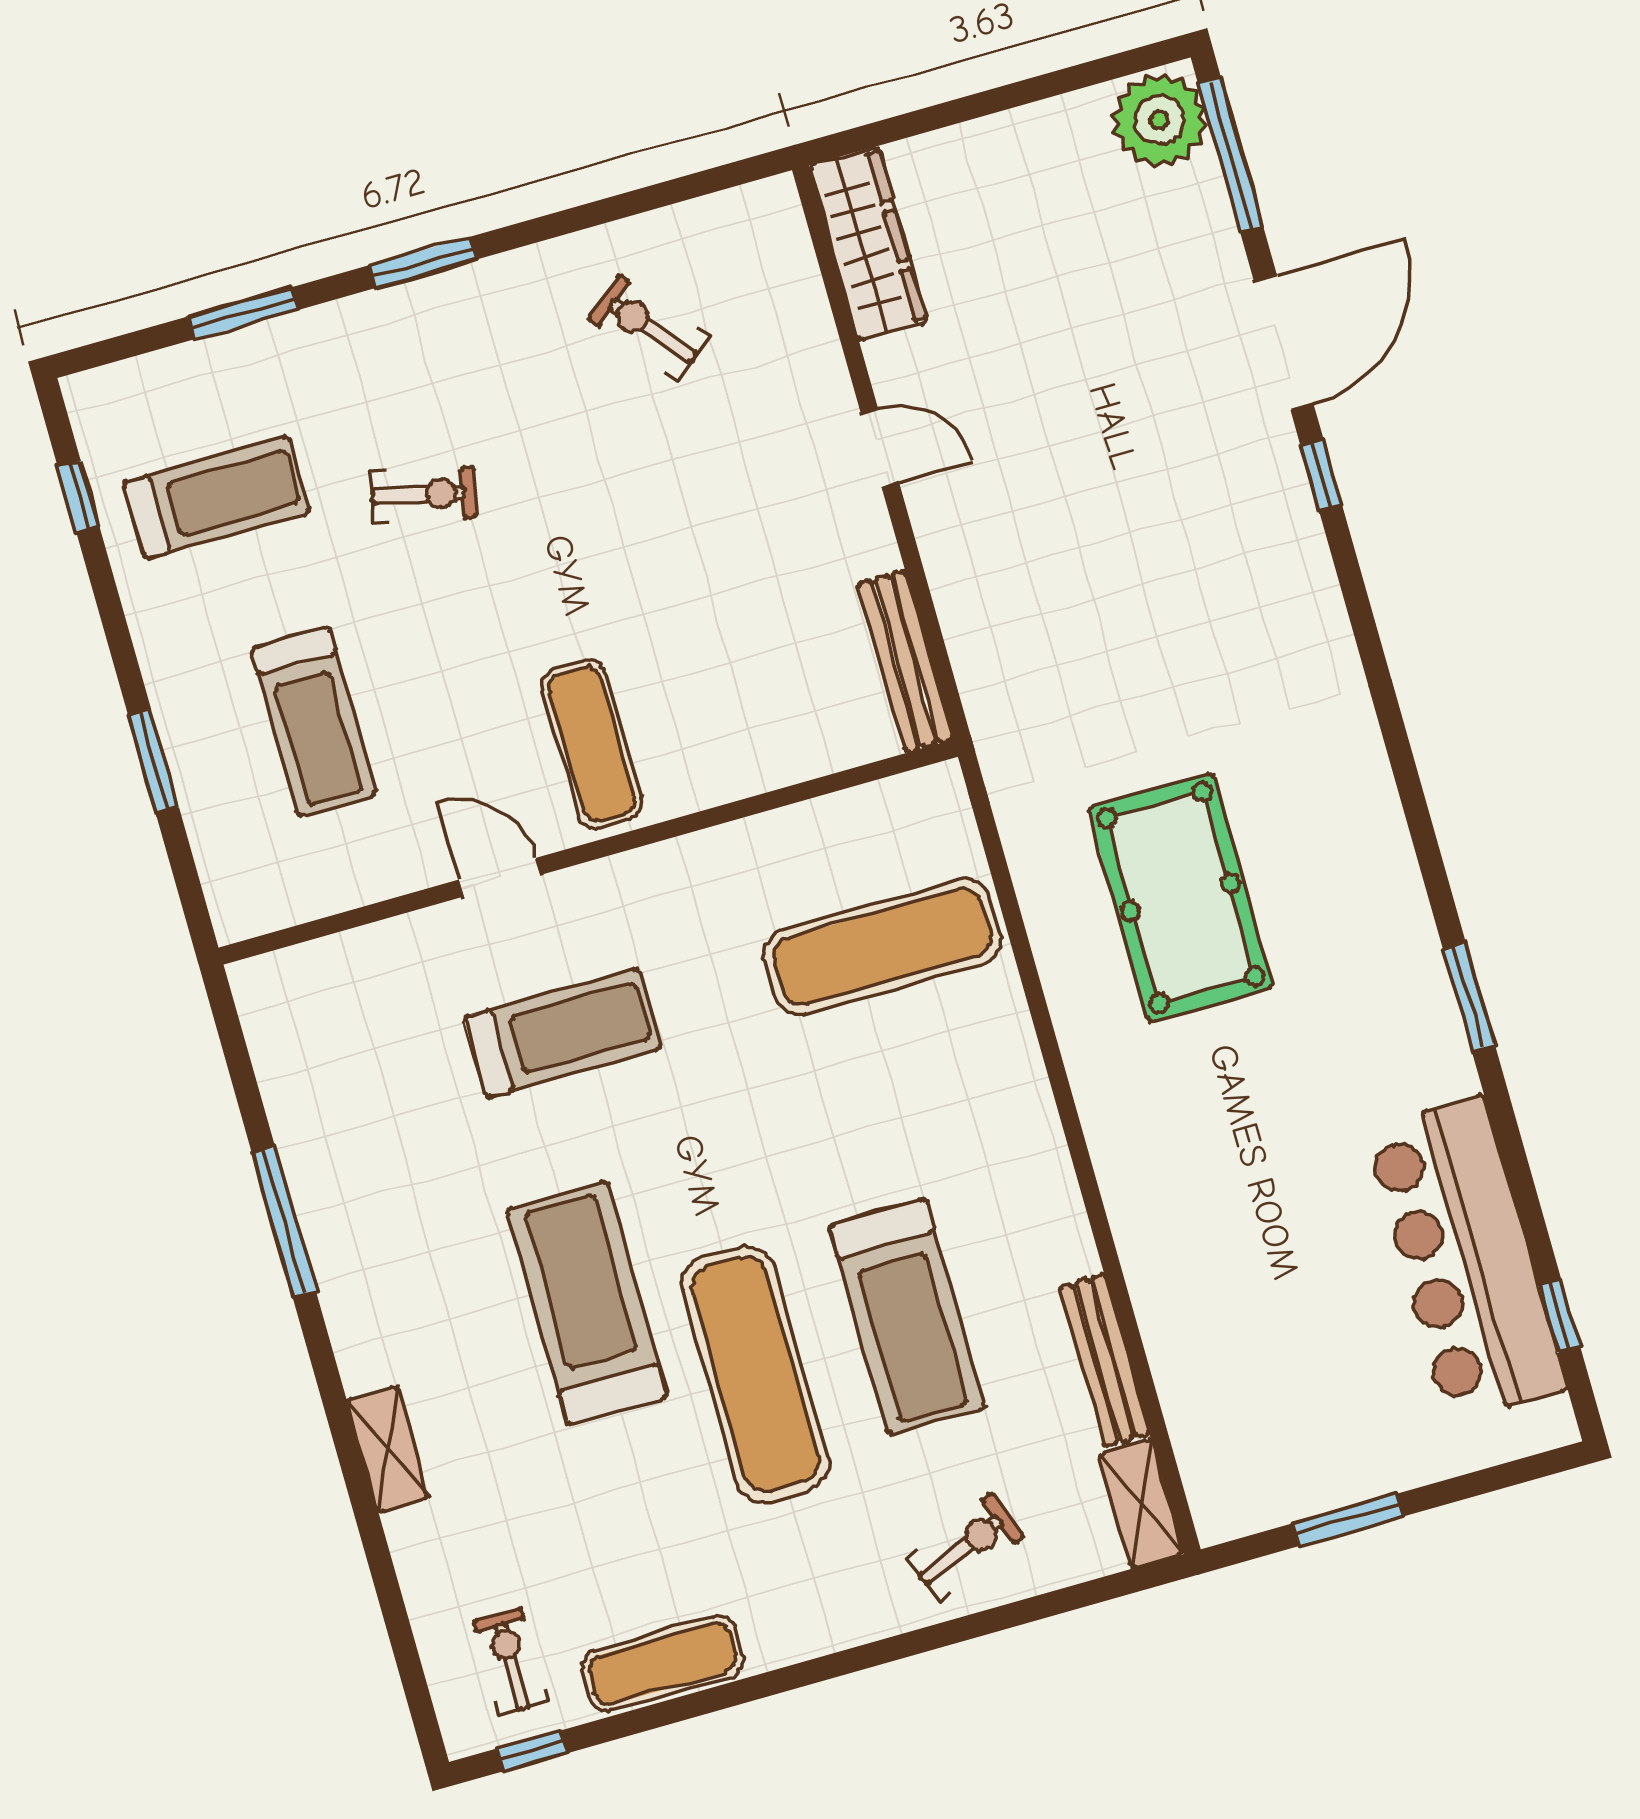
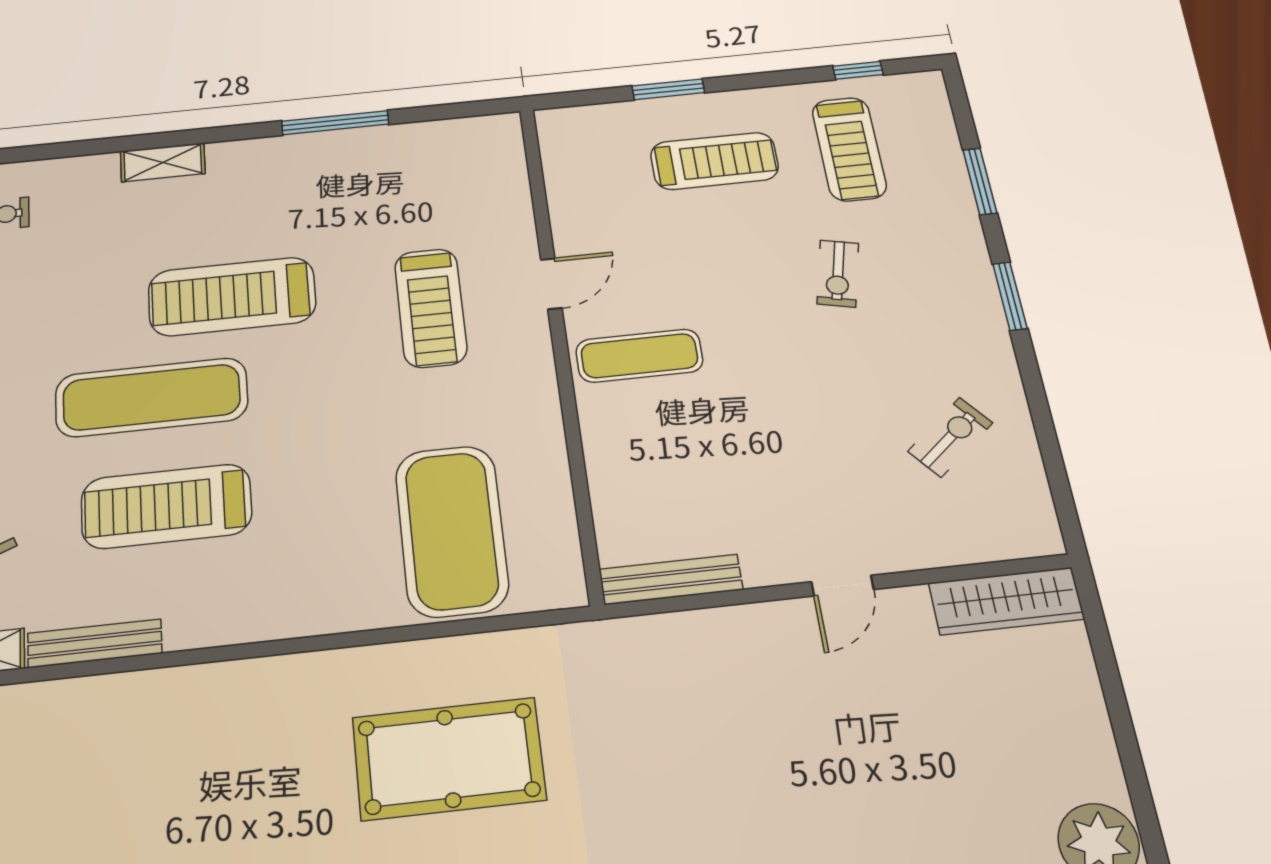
treadmill: (314, 722) -> (714, 161), moved, turned 180
exercise mat: (883, 947) -> (452, 530), width x1.47
treadmill: (587, 1303) -> (232, 296), turned 180

